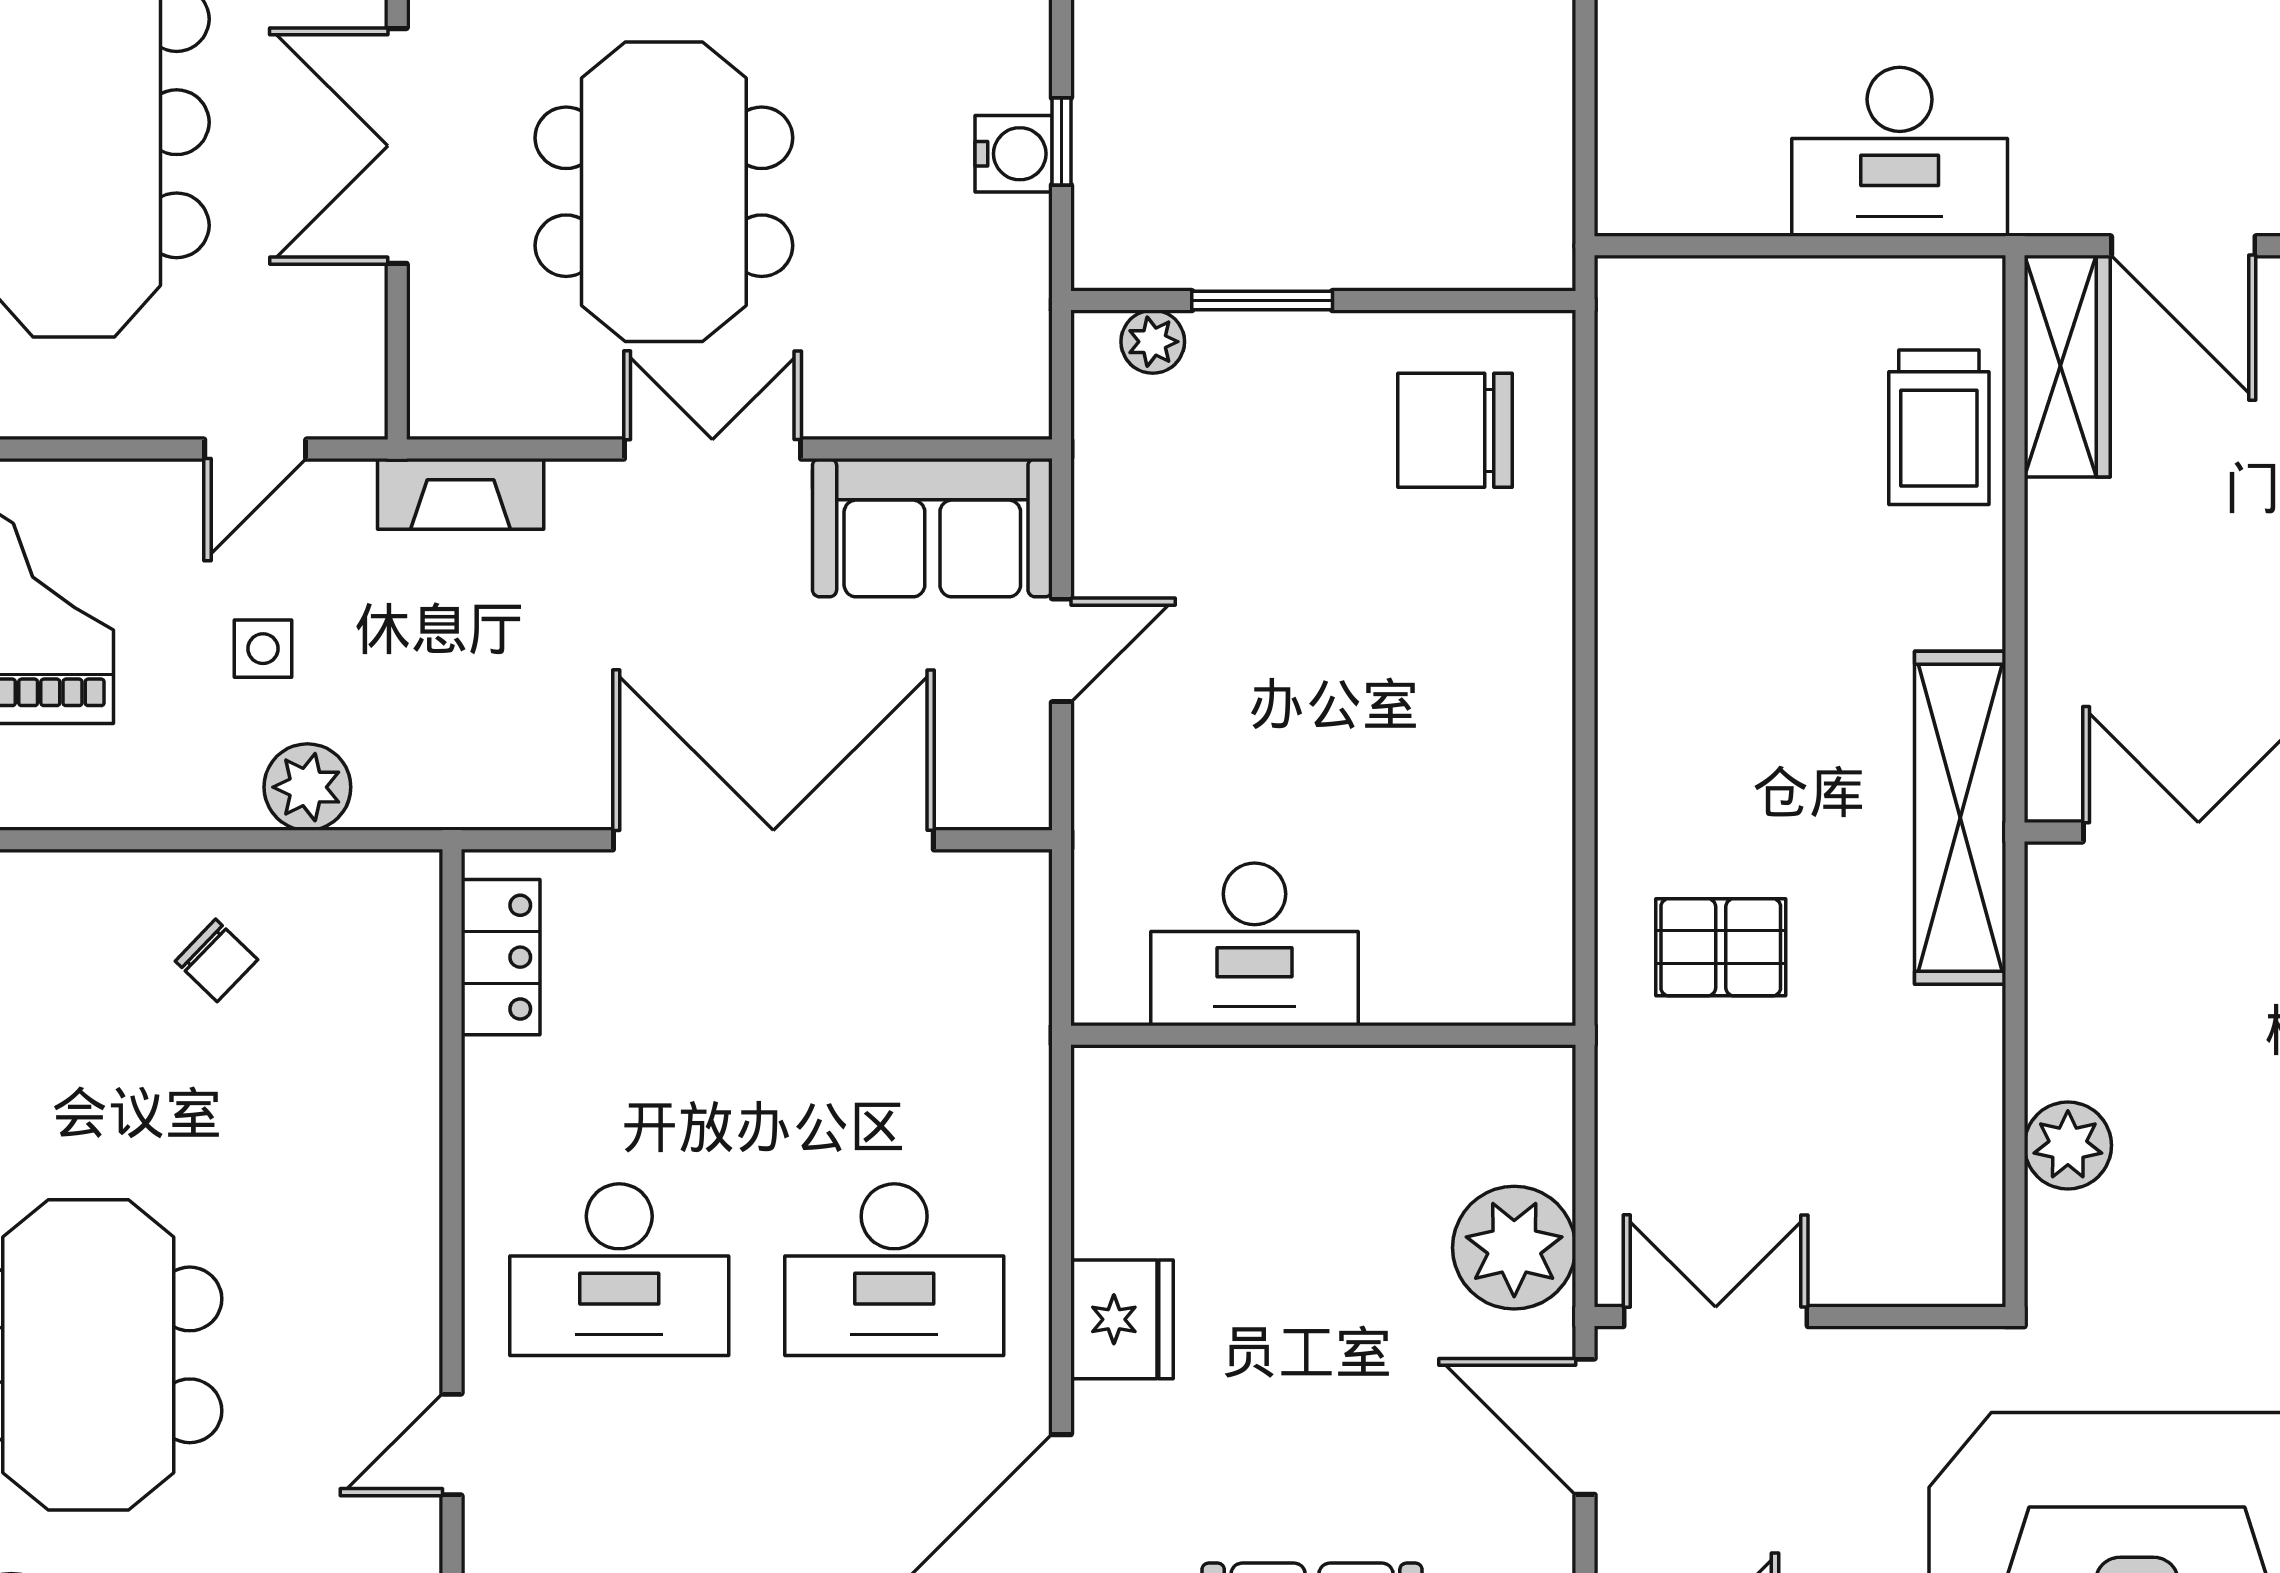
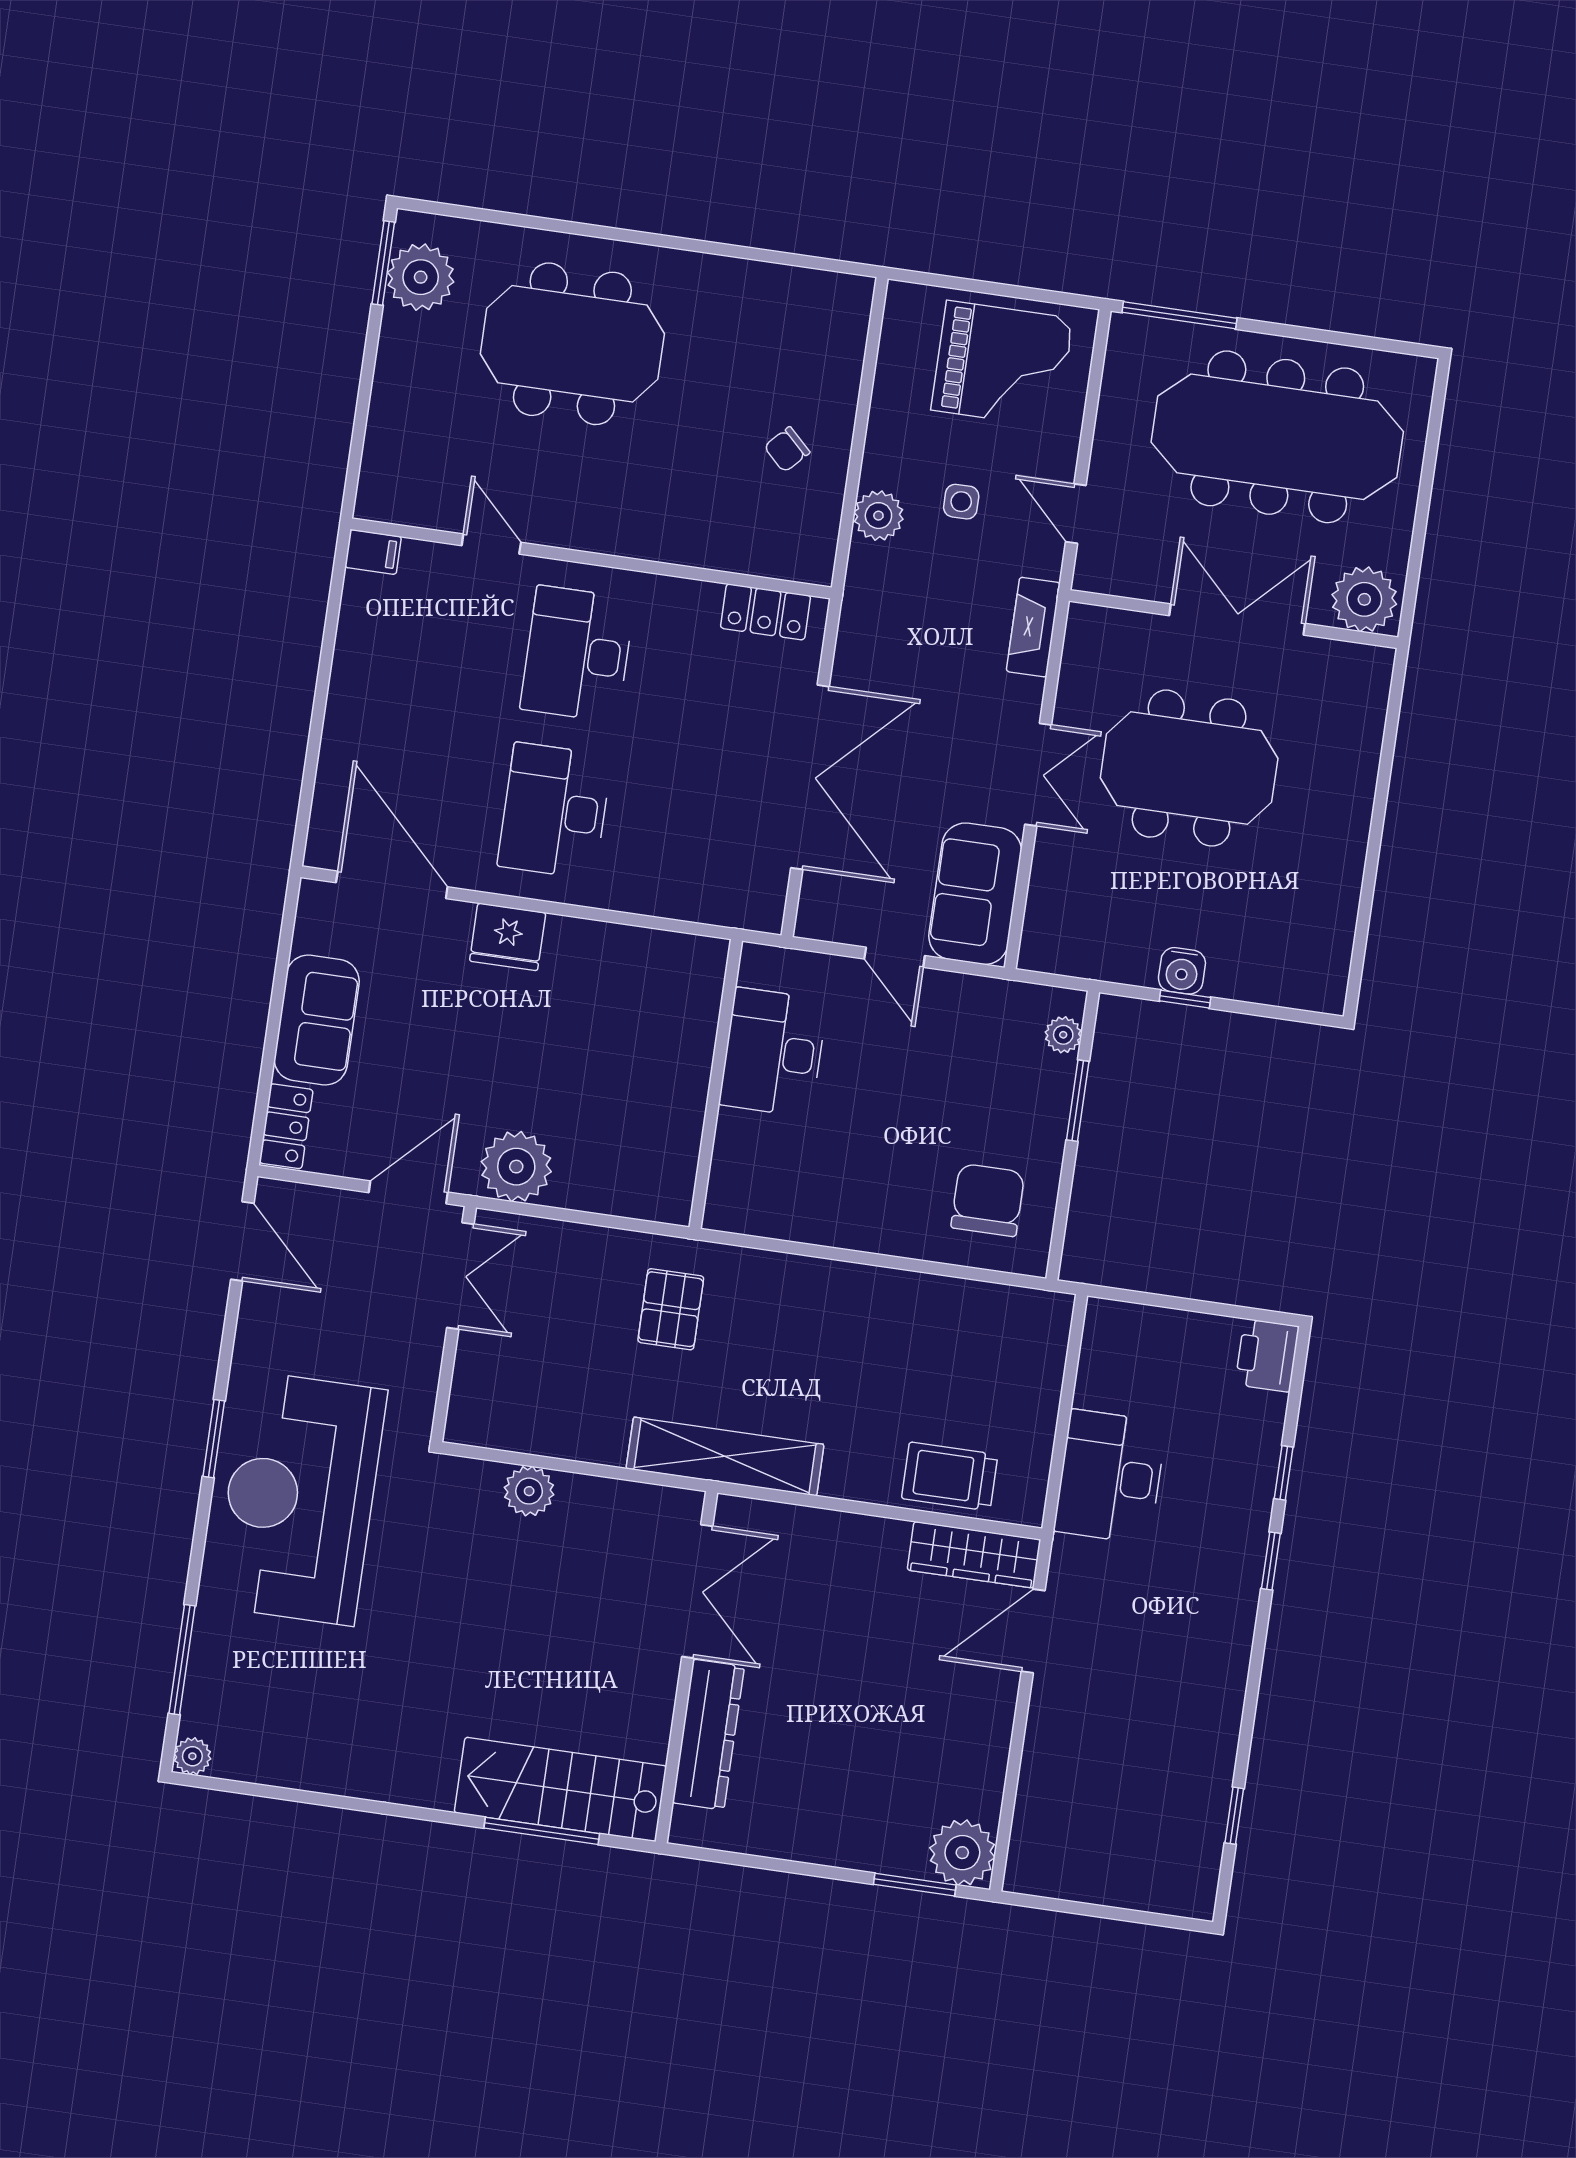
desk: (1254, 944) -> (773, 1052), moved
wall: (1323, 1035) -> (716, 1084), moved

